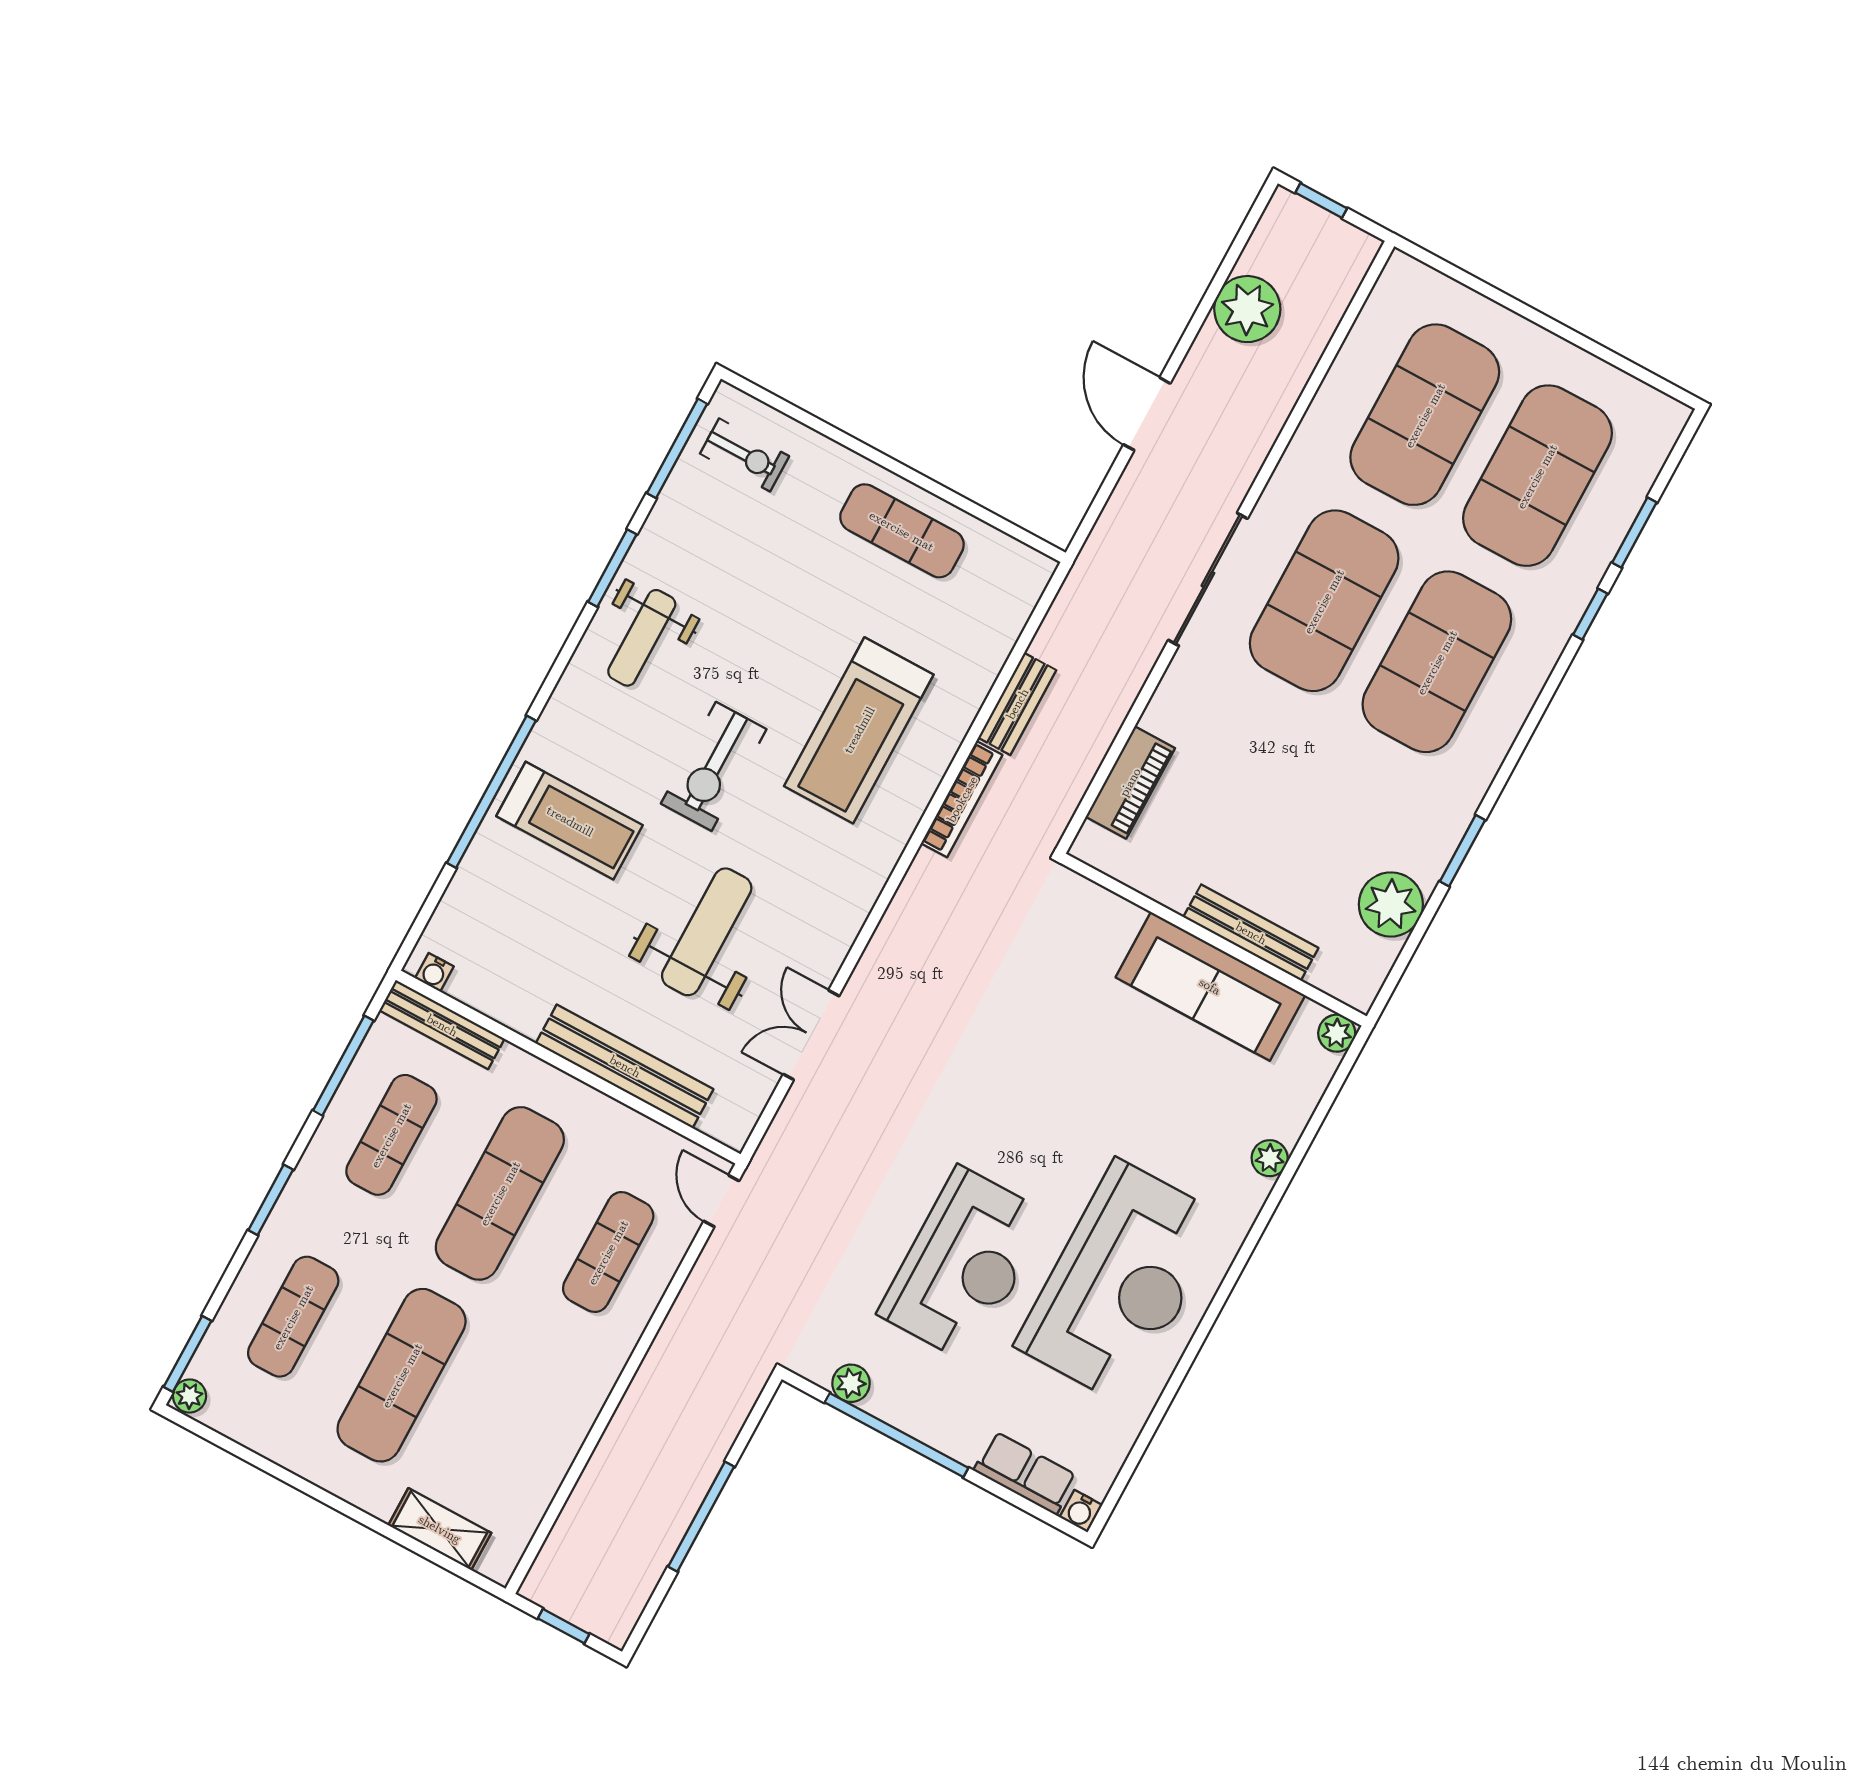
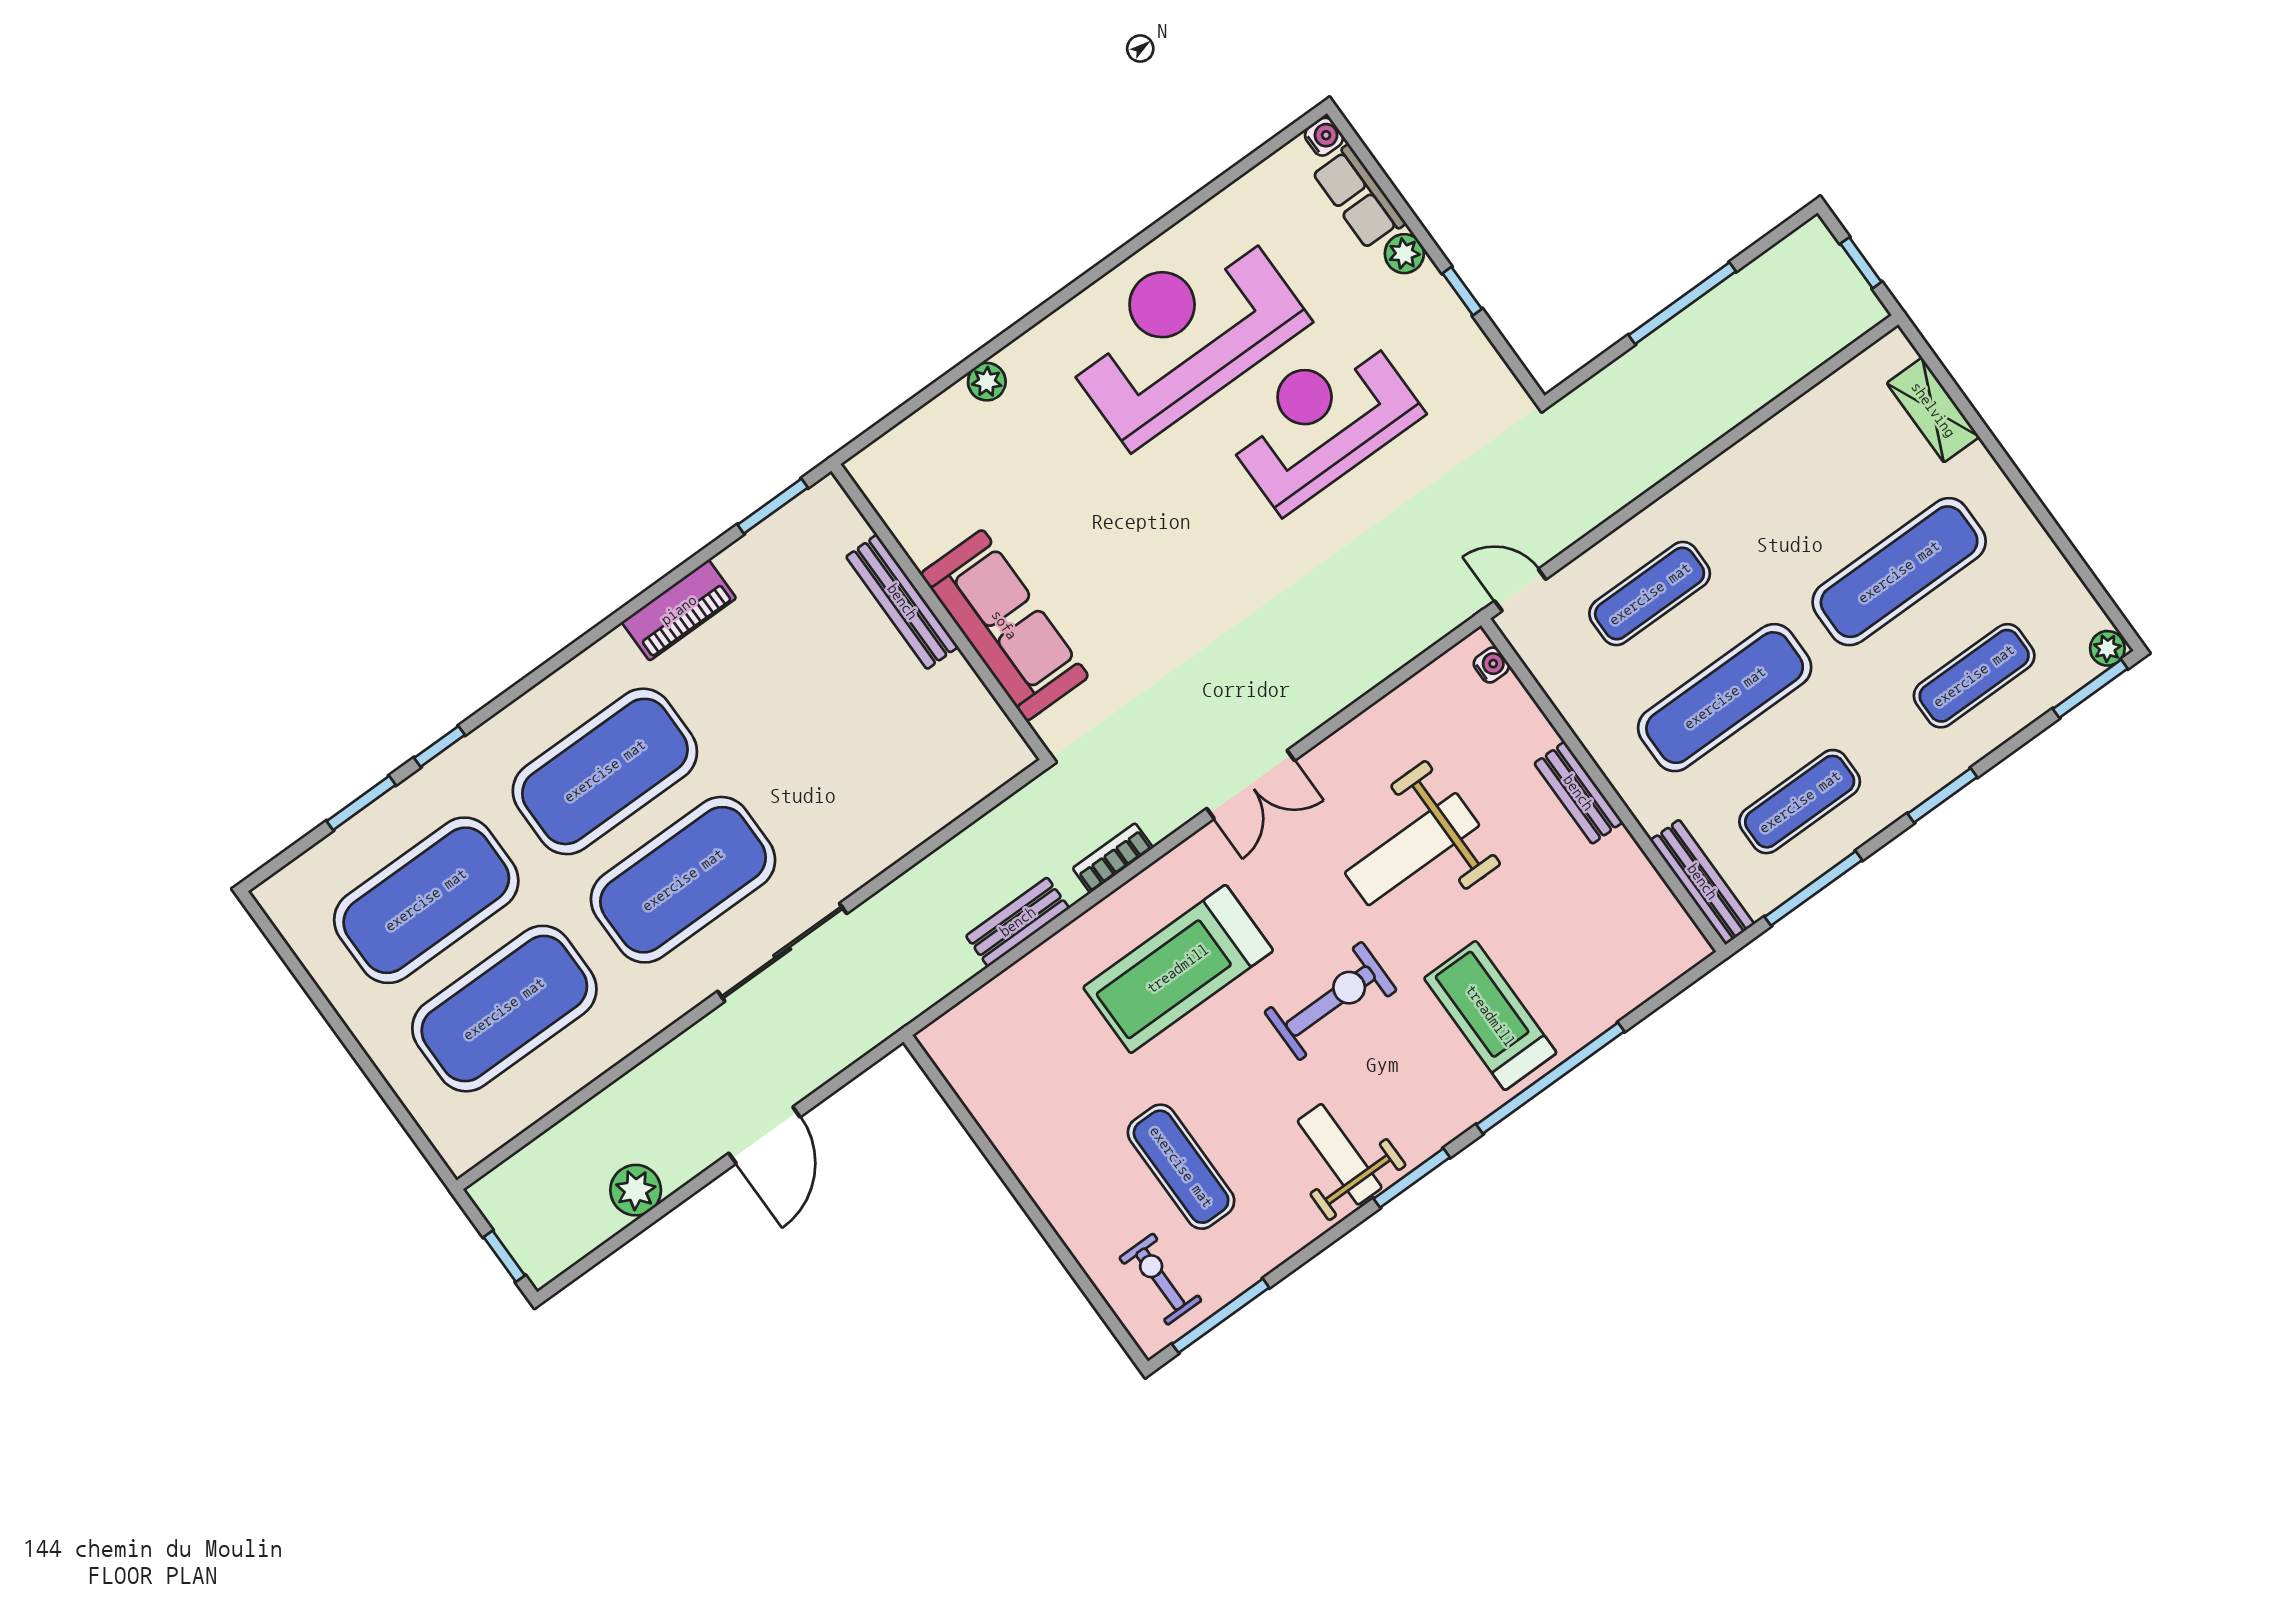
plant: (1247, 309) -> (636, 1190), width x0.73, depth x0.73
exercise mat: (902, 531) -> (1181, 1167), moved
window: (612, 568) -> (1412, 1178), moved
weight bench: (642, 638) -> (1340, 1154), turned -90
treadmill: (859, 730) -> (1178, 969), turned 180
piano: (1130, 782) -> (679, 610), moved, turned 180
bookcase: (962, 799) -> (1113, 858), width x0.64
window: (1462, 851) -> (773, 506), moved
plant: (1391, 904) -> (758, 565), removed
water cooler: (434, 972) -> (1491, 665), moved
sofa: (1210, 986) -> (1004, 625), moved
plant: (1337, 1033) -> (867, 468), removed
double door: (811, 1035) -> (1251, 785), moved
bench: (625, 1066) -> (1578, 793), width x0.54, depth x0.82
door: (721, 1201) -> (1520, 590), swing flipped
plant: (851, 1383) -> (1404, 254), moved
window: (897, 1435) -> (1462, 291), width x0.32

